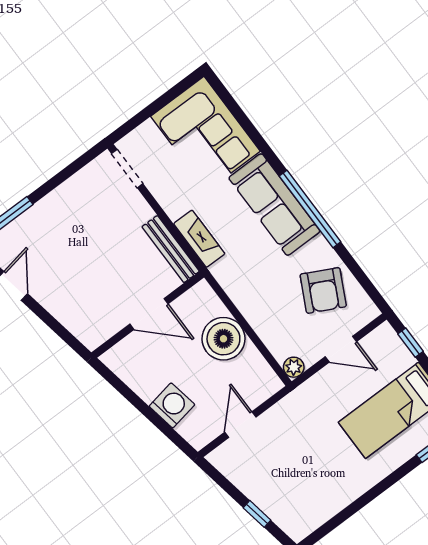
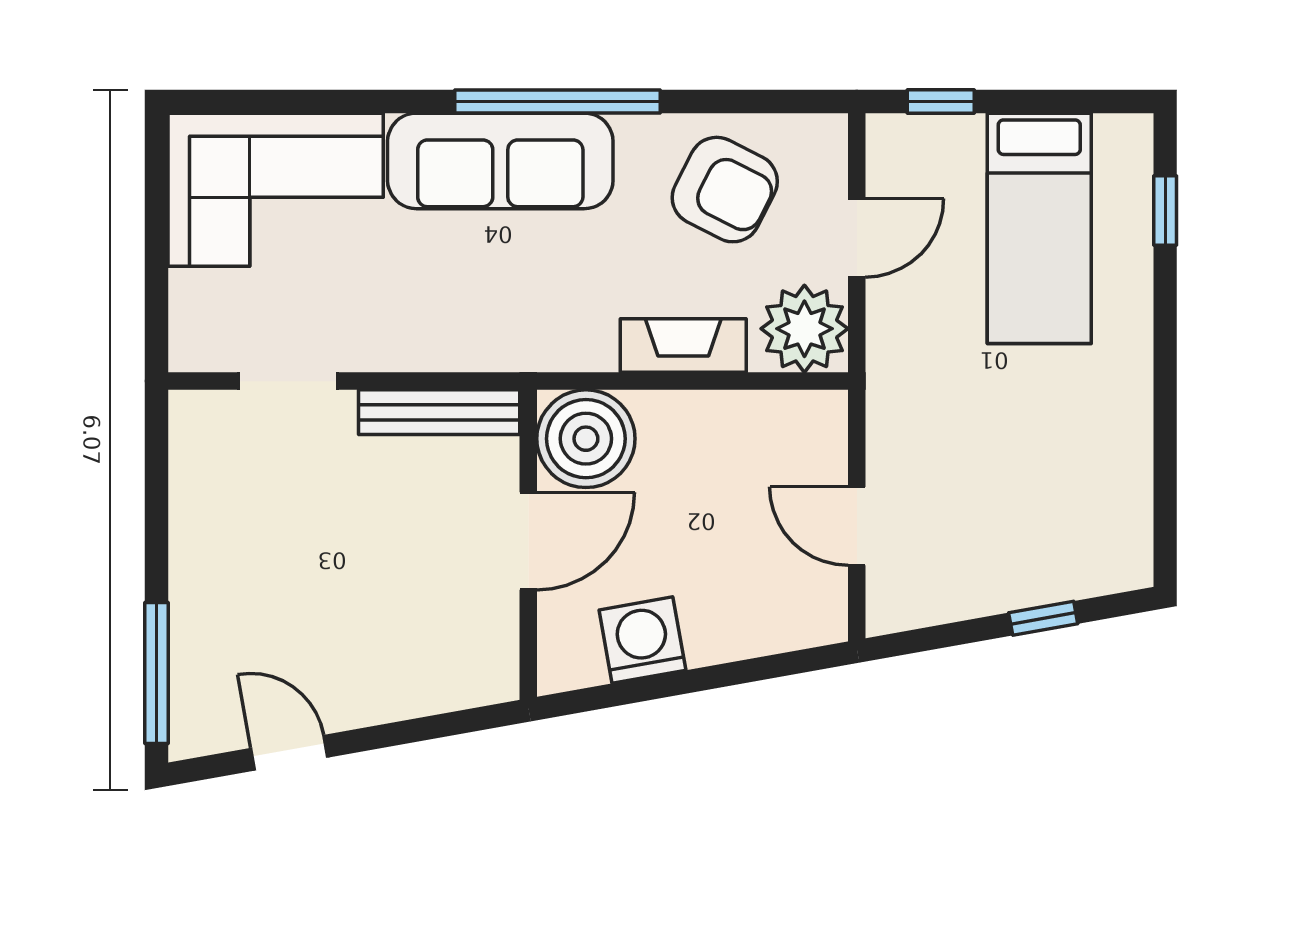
doorway: (127, 169) -> (288, 381), moved
fireplace: (199, 239) -> (683, 345), moved
boiler: (223, 339) -> (586, 439), moved
plant: (294, 367) -> (804, 329), width x1.87, depth x1.87
washing machine: (172, 405) -> (642, 640), moved

